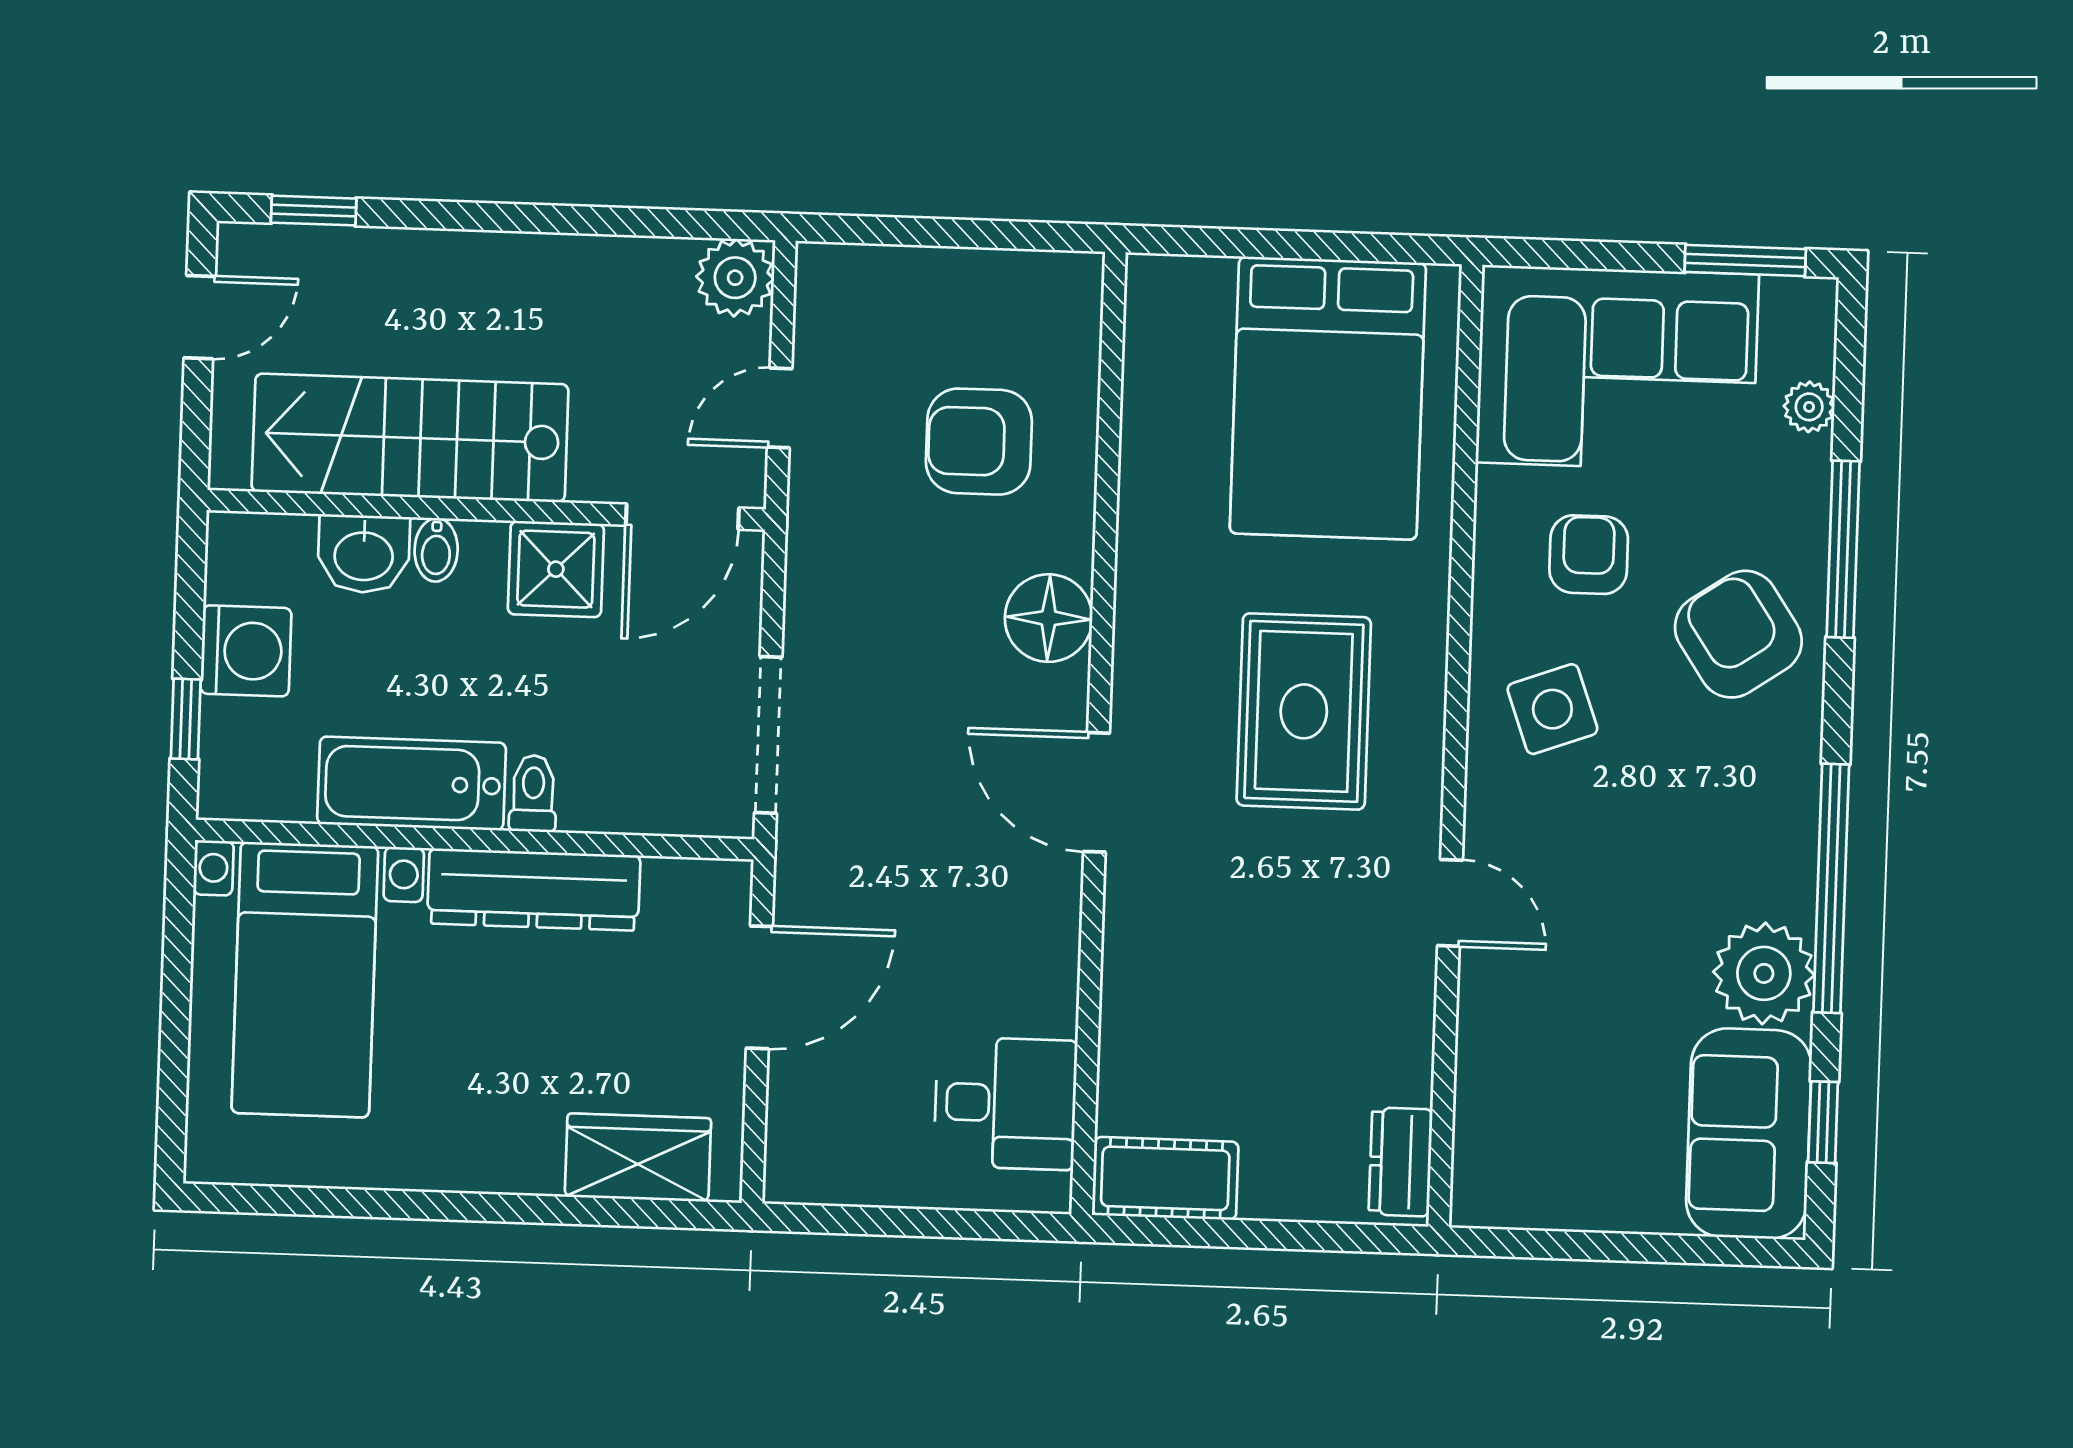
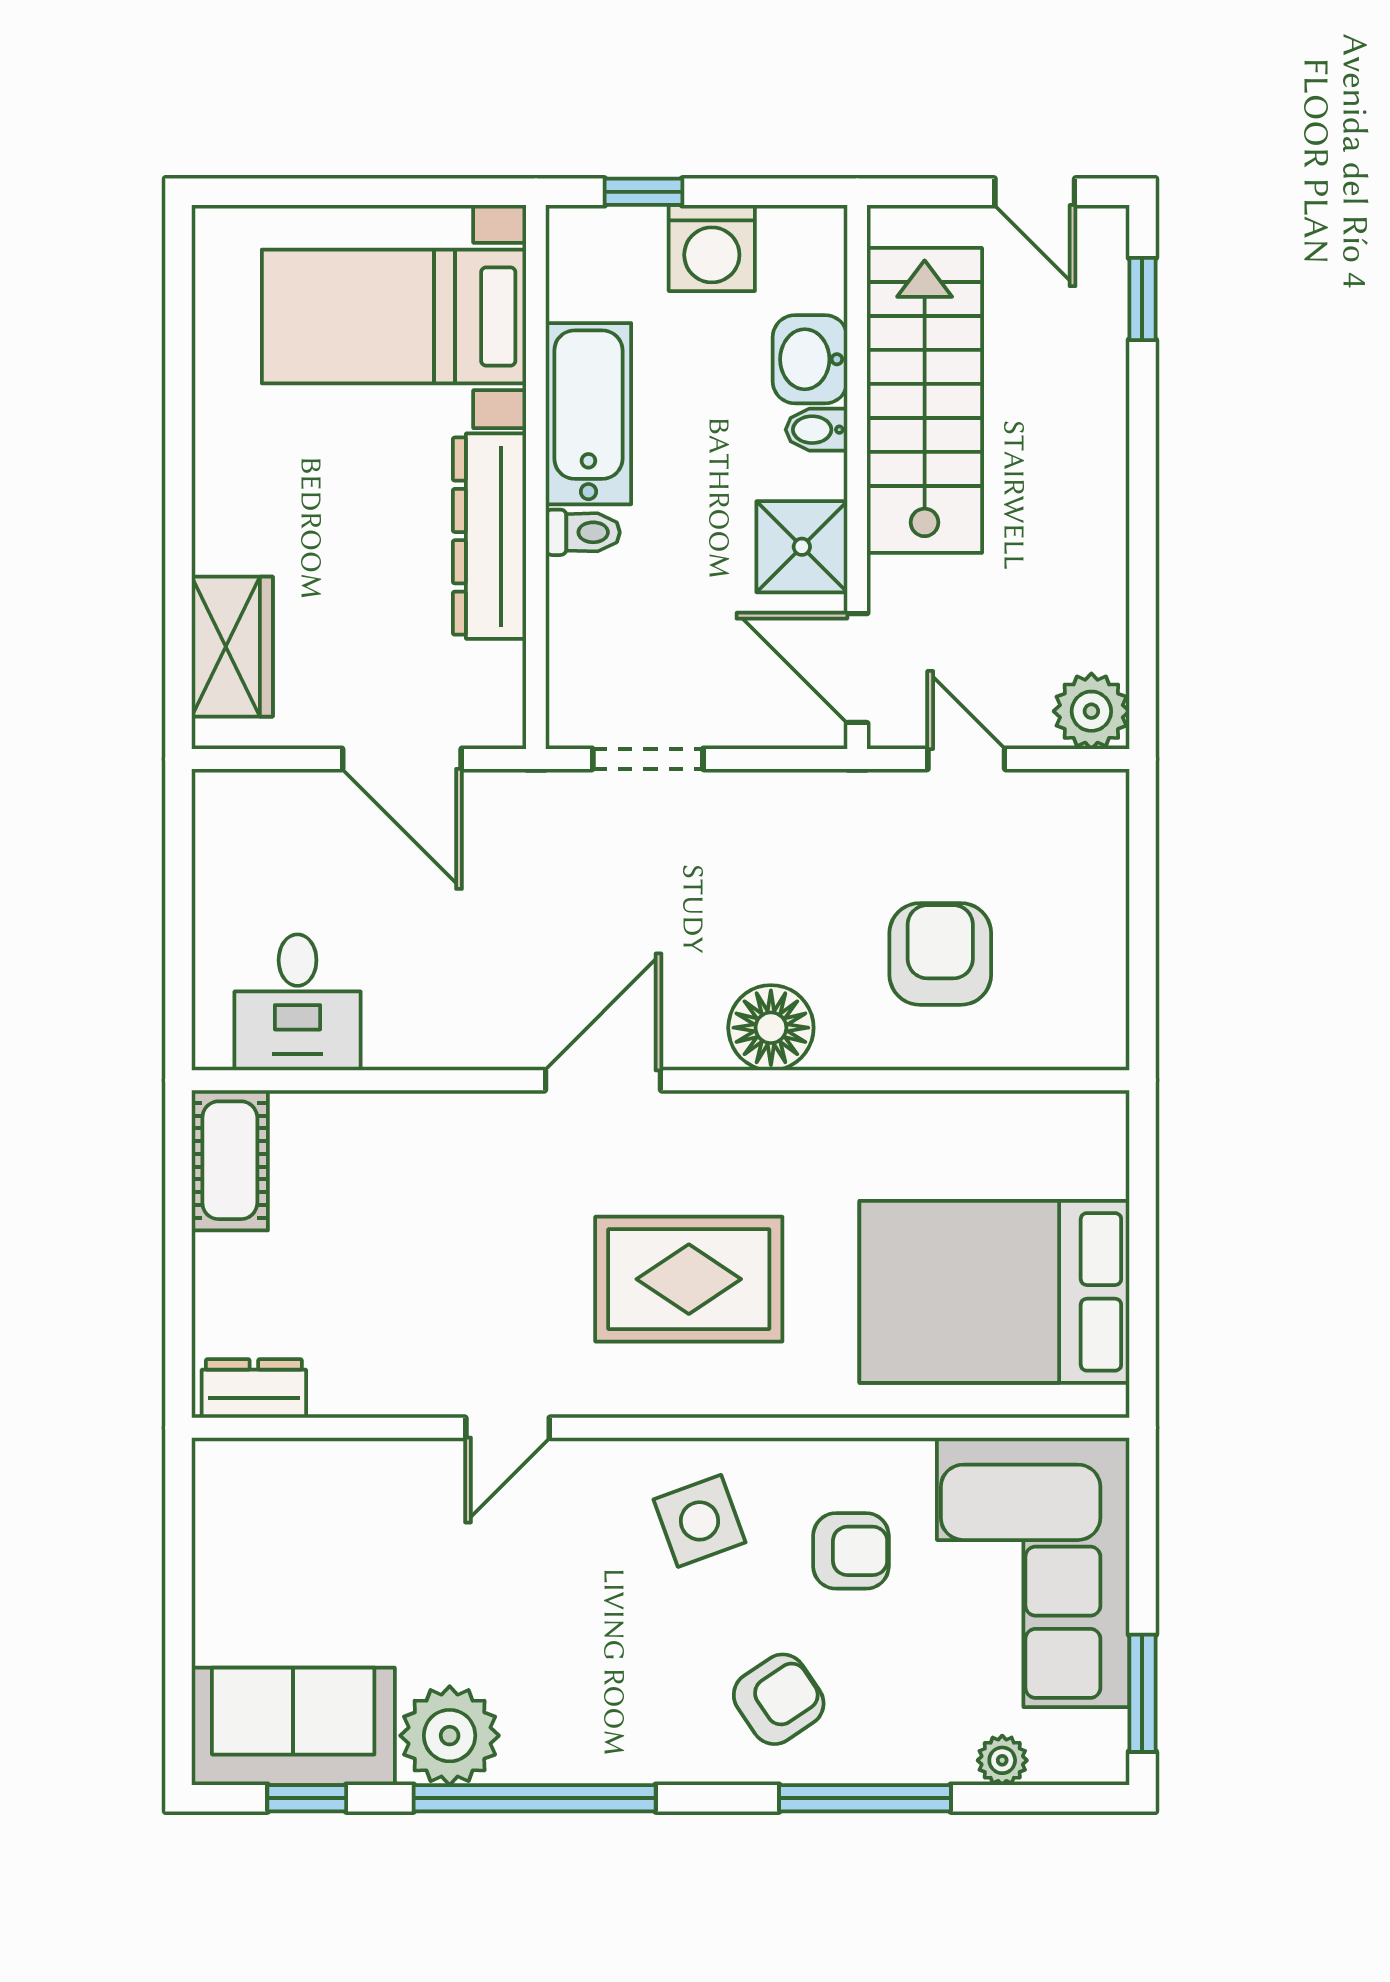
armchair: (1738, 634) -> (779, 1699), width x0.72, depth x0.72
doorway: (768, 735) -> (648, 759), width x0.73

